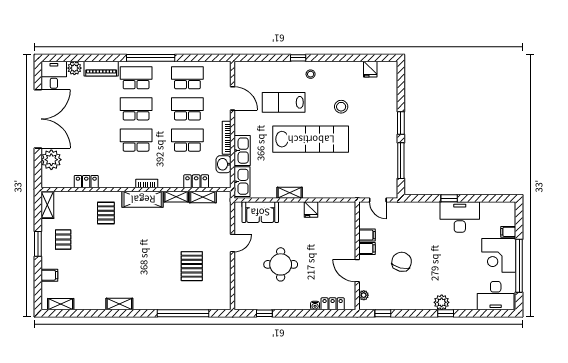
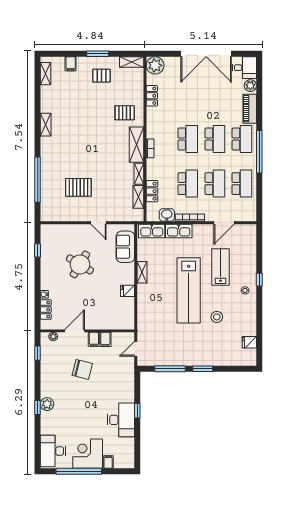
plant: (51, 160) -> (155, 65), moved
round table: (281, 264) -> (80, 264), turned 31

